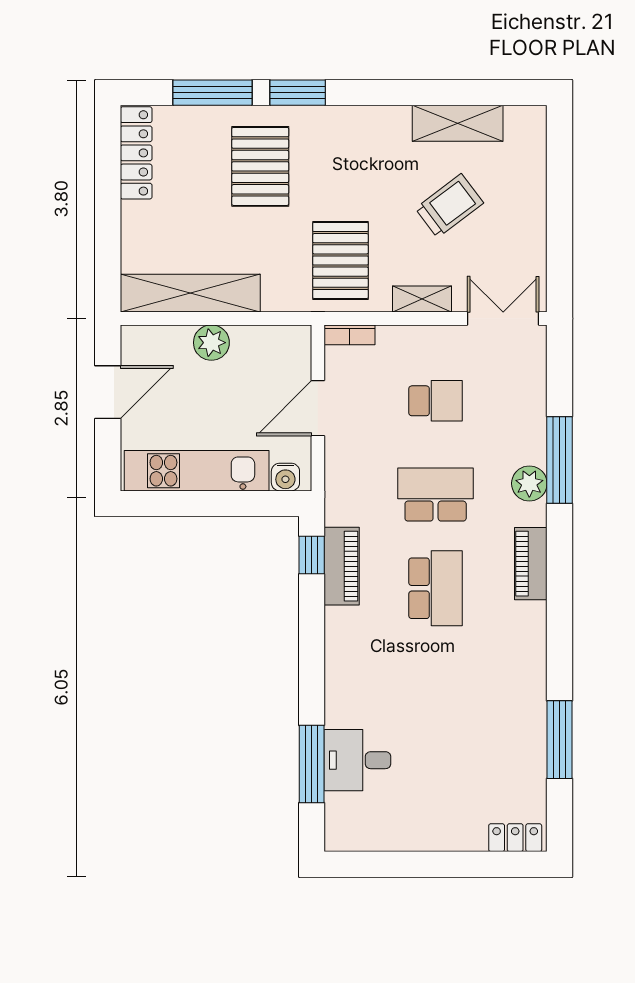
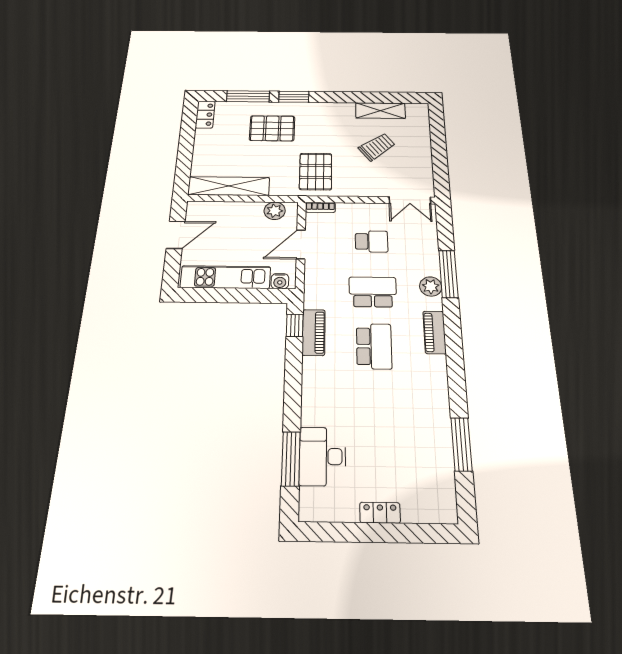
locker: (136, 153) -> (205, 115), width x0.66
pallet: (260, 166) -> (272, 128), turned 90
shelving: (422, 299) -> (362, 190), removed
double door: (503, 318) -> (410, 200), swing flipped
plant: (211, 343) -> (275, 211), moved
desk: (357, 760) -> (323, 456), width x1.37
locker: (515, 838) -> (380, 513), moved

